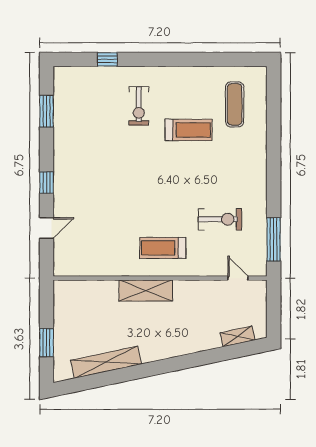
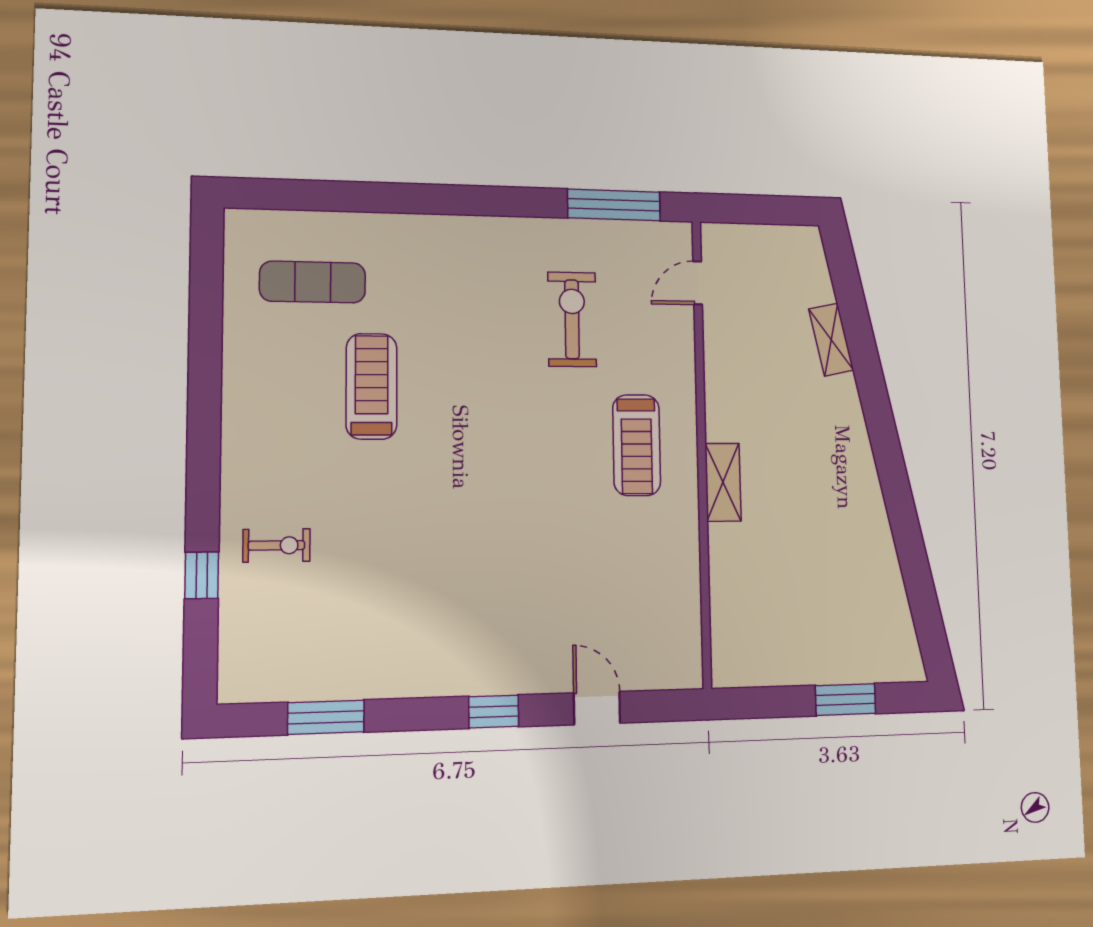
exercise bike: (139, 106) -> (276, 545), moved, width x0.73, depth x0.72
shelving: (146, 290) -> (723, 482), width x0.67, depth x0.75
shelving: (237, 336) -> (831, 340), moved
shelving: (106, 362) -> (881, 567), removed

